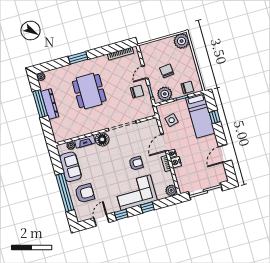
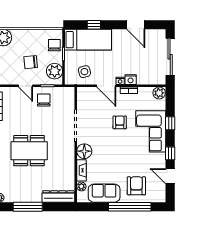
dresser: (50, 104) -> (58, 196), moved

